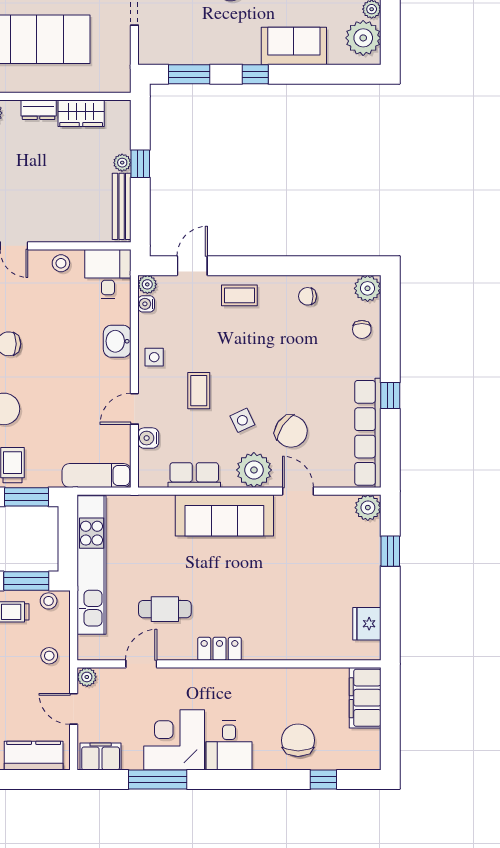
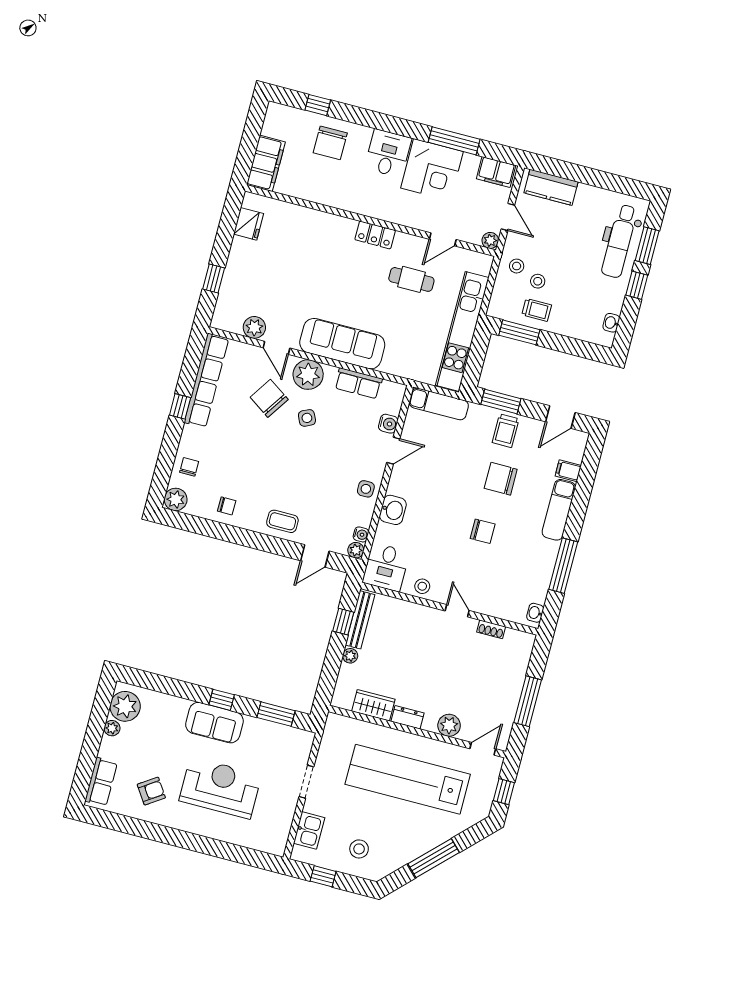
sofa: (294, 46) -> (214, 723), moved
window: (140, 164) -> (343, 622), moved
coffee table: (199, 391) -> (336, 452), removed
plant: (368, 508) -> (254, 327), moved
stool: (49, 601) -> (538, 281), moved

